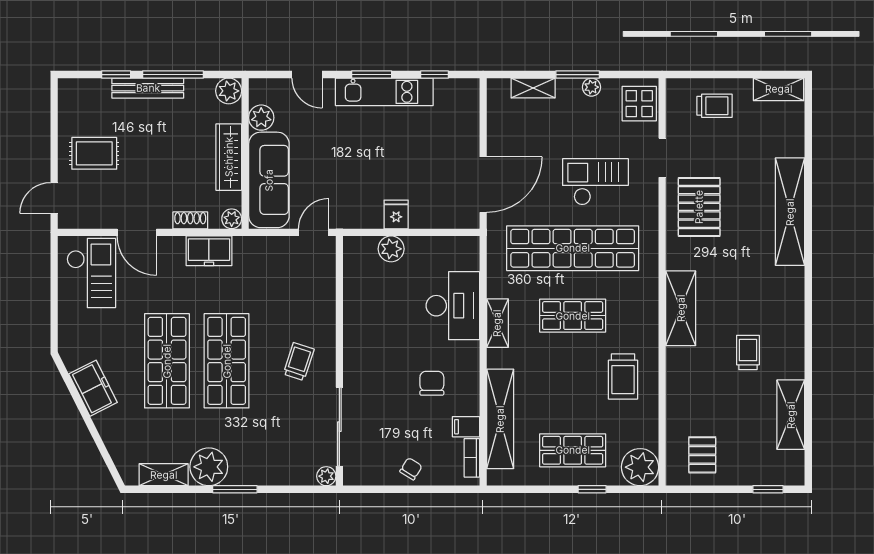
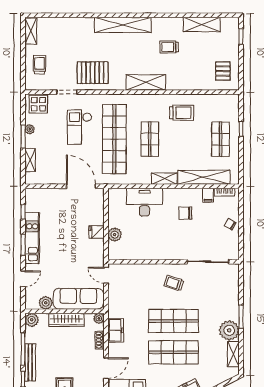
shelving: (790, 212) -> (123, 25), moved
shelving: (497, 323) -> (164, 179), moved
pallet: (702, 455) -> (223, 71), turned 90
plant: (640, 467) -> (229, 104), removed
plant: (326, 476) -> (234, 269), removed

